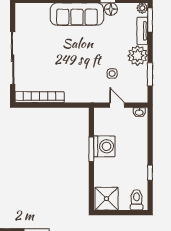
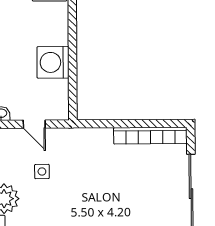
window: (91, 149) -> (72, 58), removed

